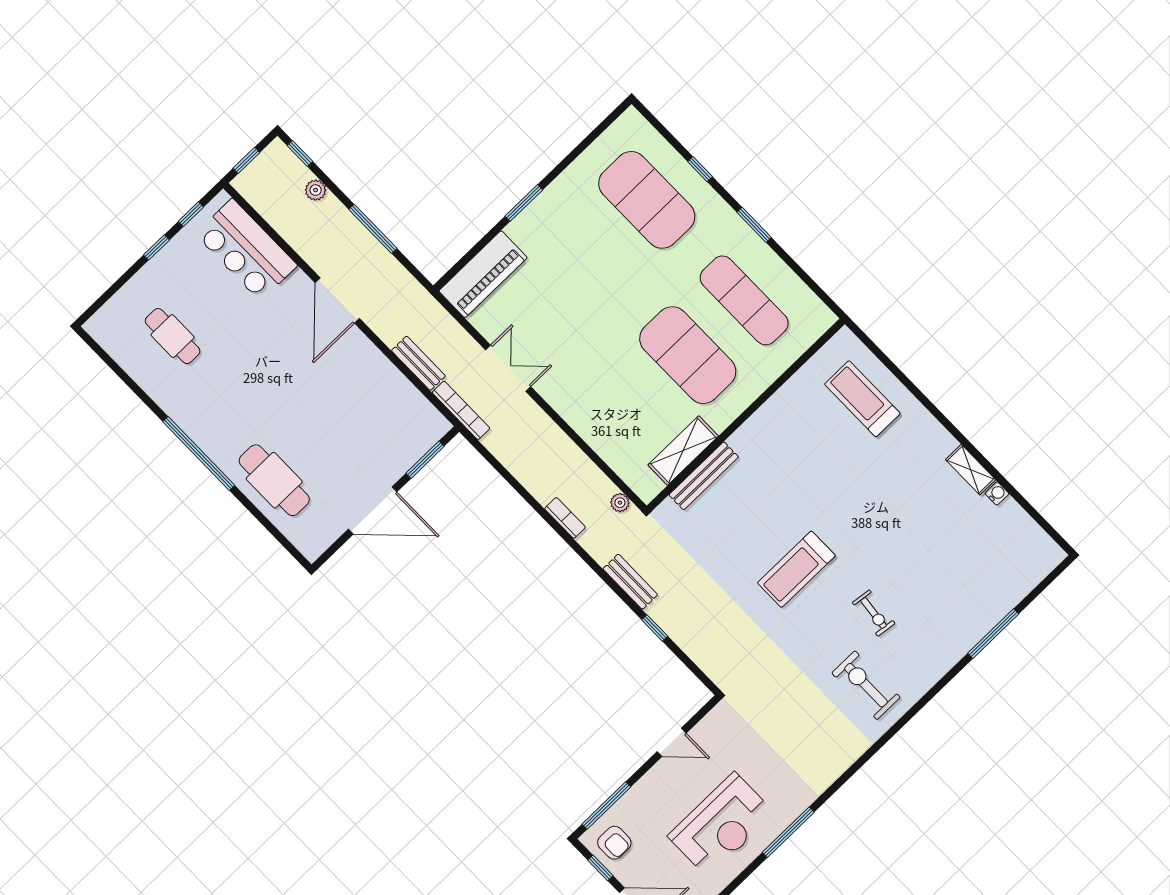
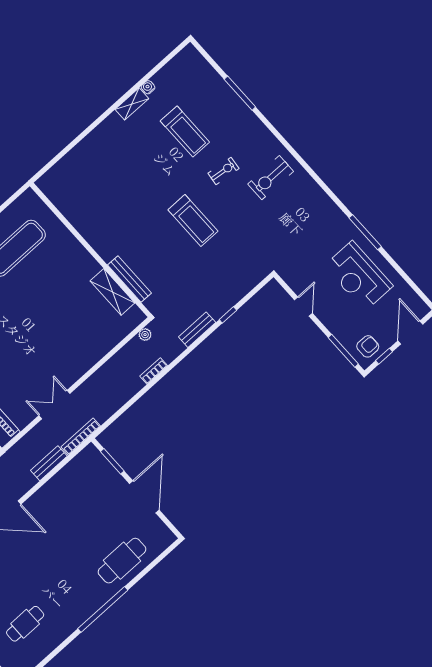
exercise mat: (688, 355) -> (50, 287), removed
treadmill: (862, 399) -> (185, 131), moved, turned -90
reception desk: (721, 825) -> (359, 276), turned 180

